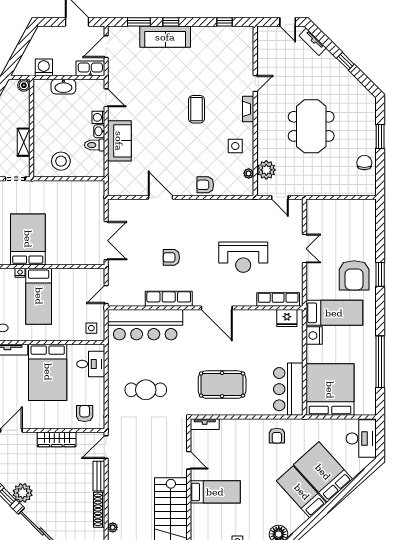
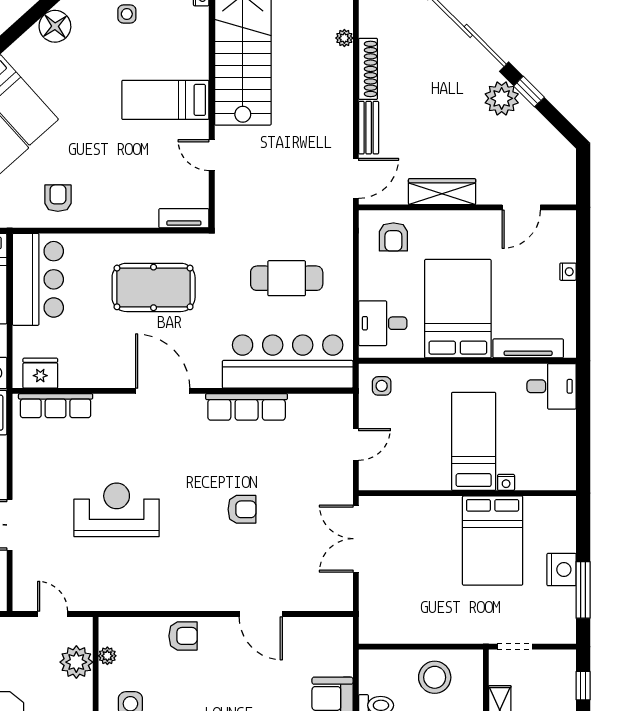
row of seats: (169, 299) -> (247, 407), moved
row of seats: (278, 299) -> (56, 406), moved
wall: (205, 308) -> (183, 391), moved
door: (217, 308) -> (163, 391), moved
fridge: (287, 318) -> (40, 373), moved
bar counter: (145, 325) -> (288, 362), moved

